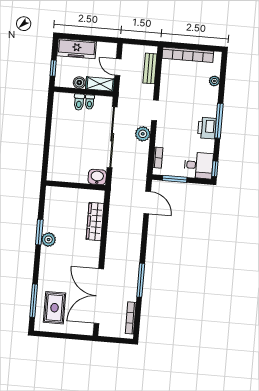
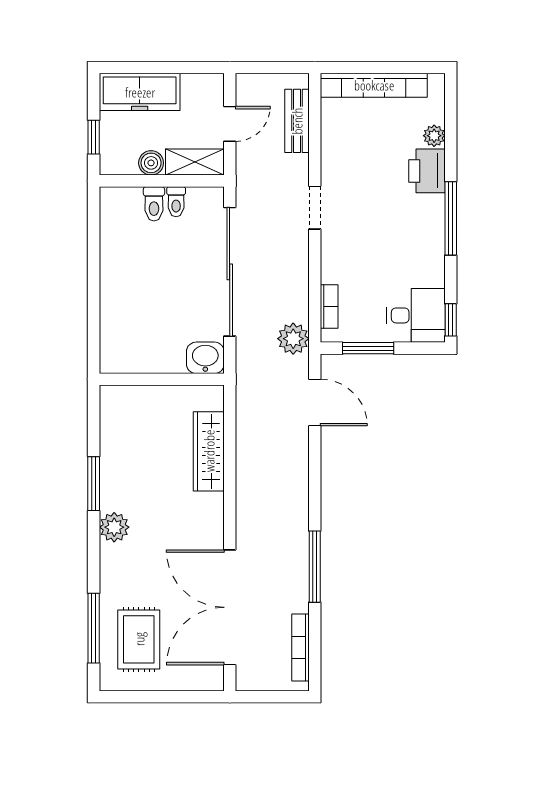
door: (118, 67) -> (230, 124), swing flipped
printer: (207, 128) -> (427, 171), moved
plant: (143, 134) -> (293, 339), moved
plant: (49, 240) -> (114, 527), moved

